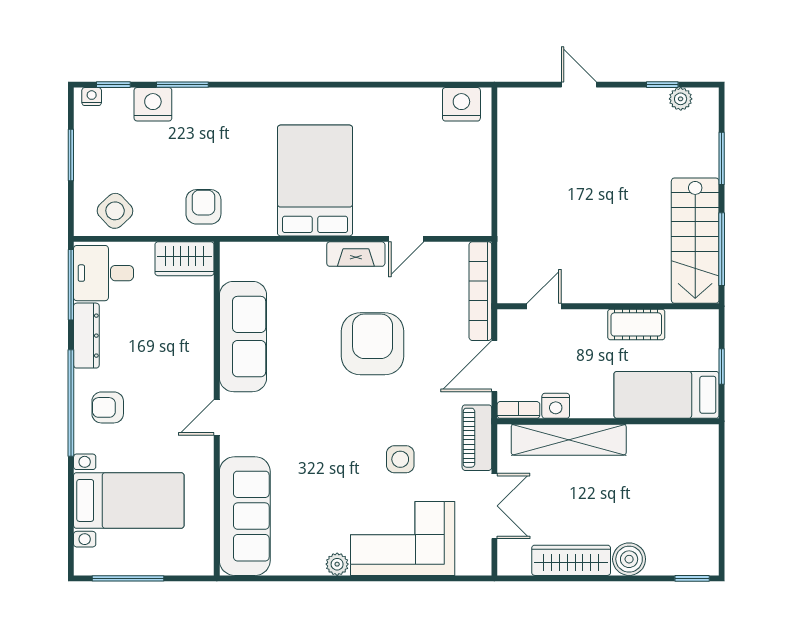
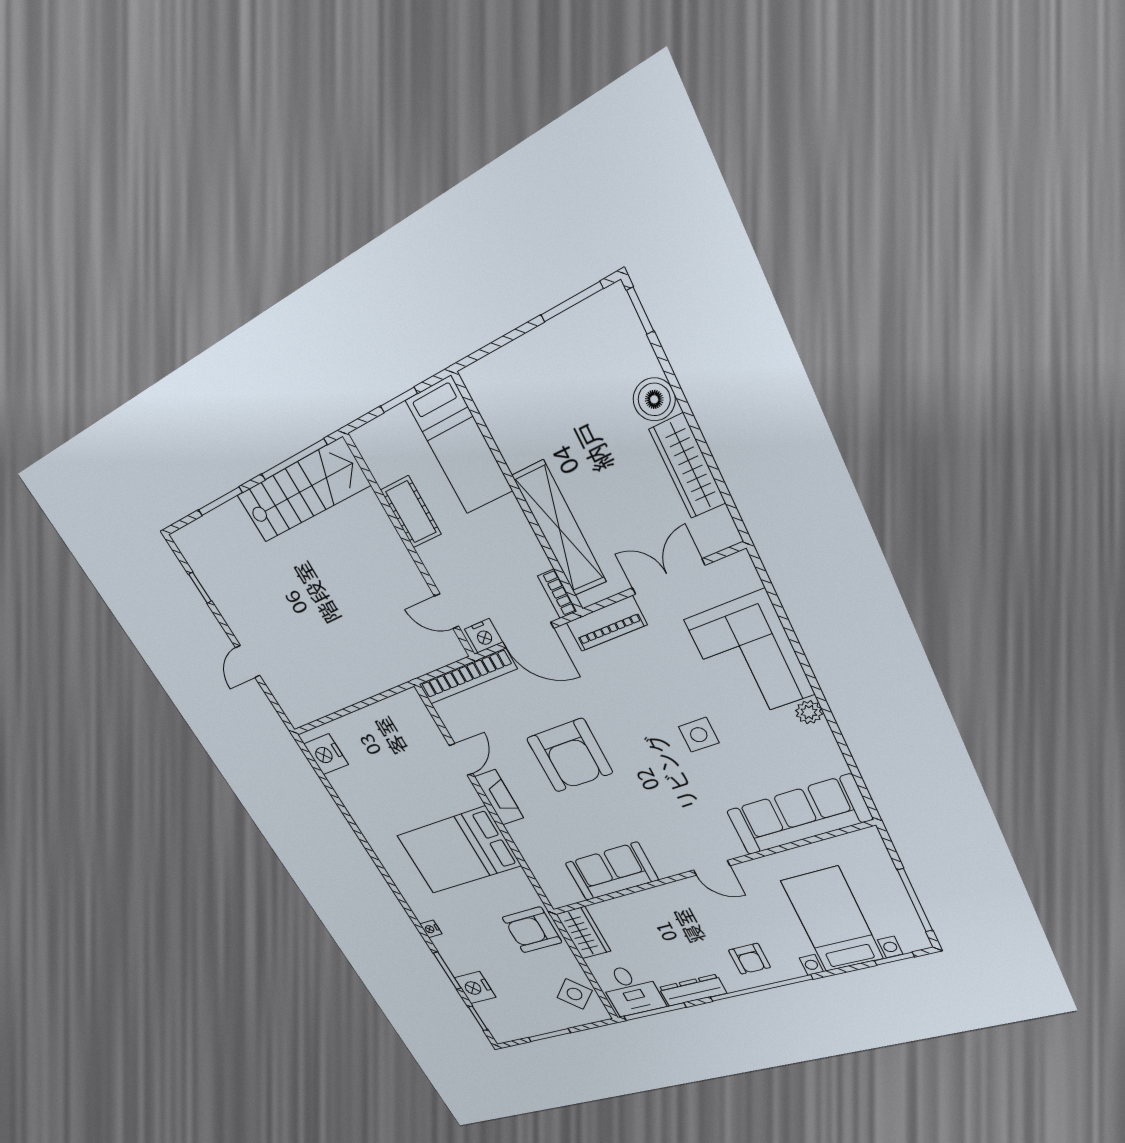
nightstand: (92, 97) -> (431, 929), moved
plant: (681, 99) -> (200, 565), removed
armchair: (203, 207) -> (532, 930), width x1.38, depth x1.38
door: (406, 239) -> (461, 759), hinge flipped
sofa: (243, 337) -> (612, 871), width x0.73
armchair: (373, 344) -> (570, 756), turned -90
nightstand: (556, 406) -> (483, 636), moved, turned 90
side table: (400, 459) -> (699, 735), moved
window: (722, 534) -> (572, 302), added
window: (71, 538) -> (894, 959), added

